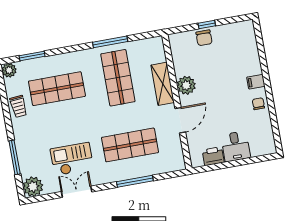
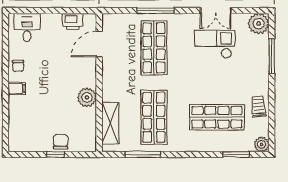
window: (110, 42) -> (143, 154), moved
shelving: (163, 84) -> (110, 123), moved
door: (180, 120) -> (99, 44), moved
shop shelf: (130, 145) -> (154, 48), turned 90
desk: (236, 146) -> (27, 27), moved
checkout: (72, 159) -> (215, 44), turned 180

